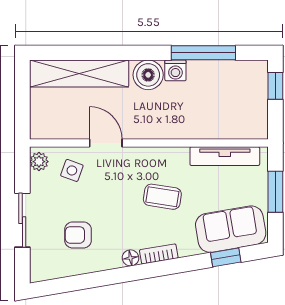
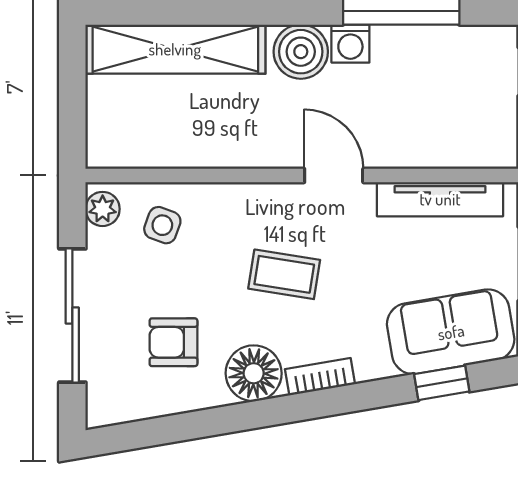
door: (106, 143) -> (334, 175), moved
coffee table: (162, 197) -> (284, 274), moved
sliding door: (22, 220) -> (72, 316), width x1.37
floor lamp: (130, 258) -> (254, 373), width x1.89, depth x1.89

